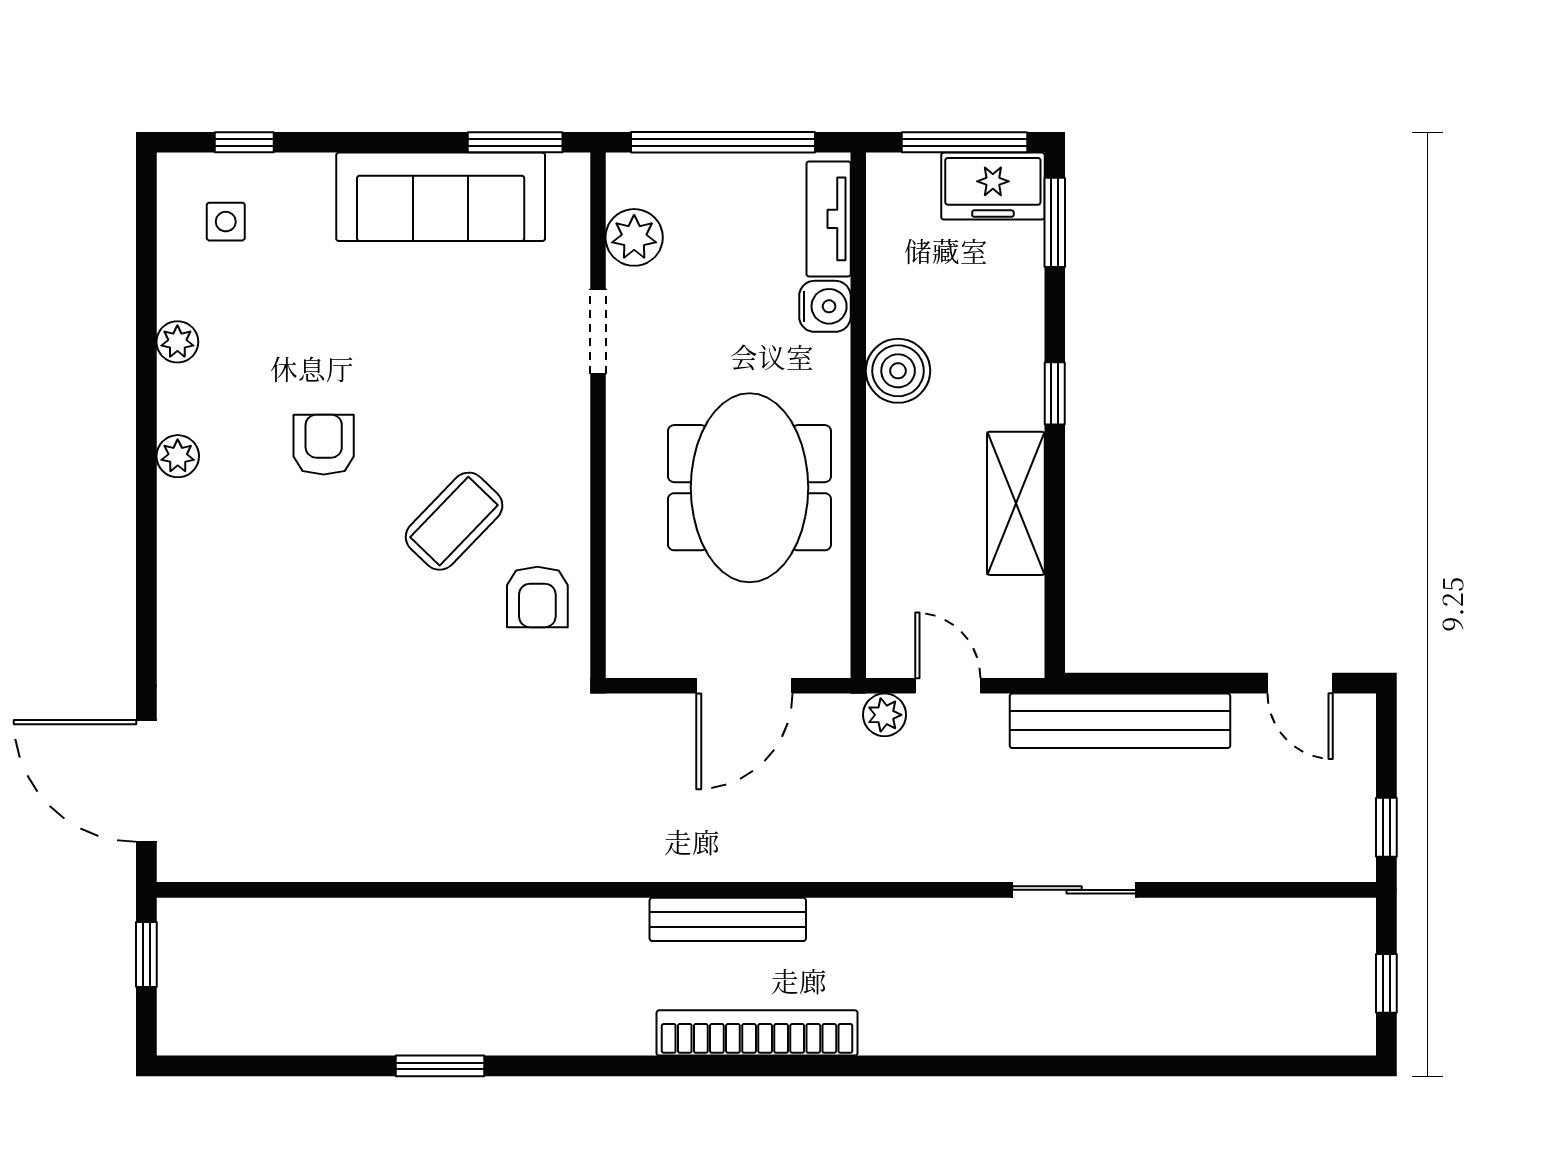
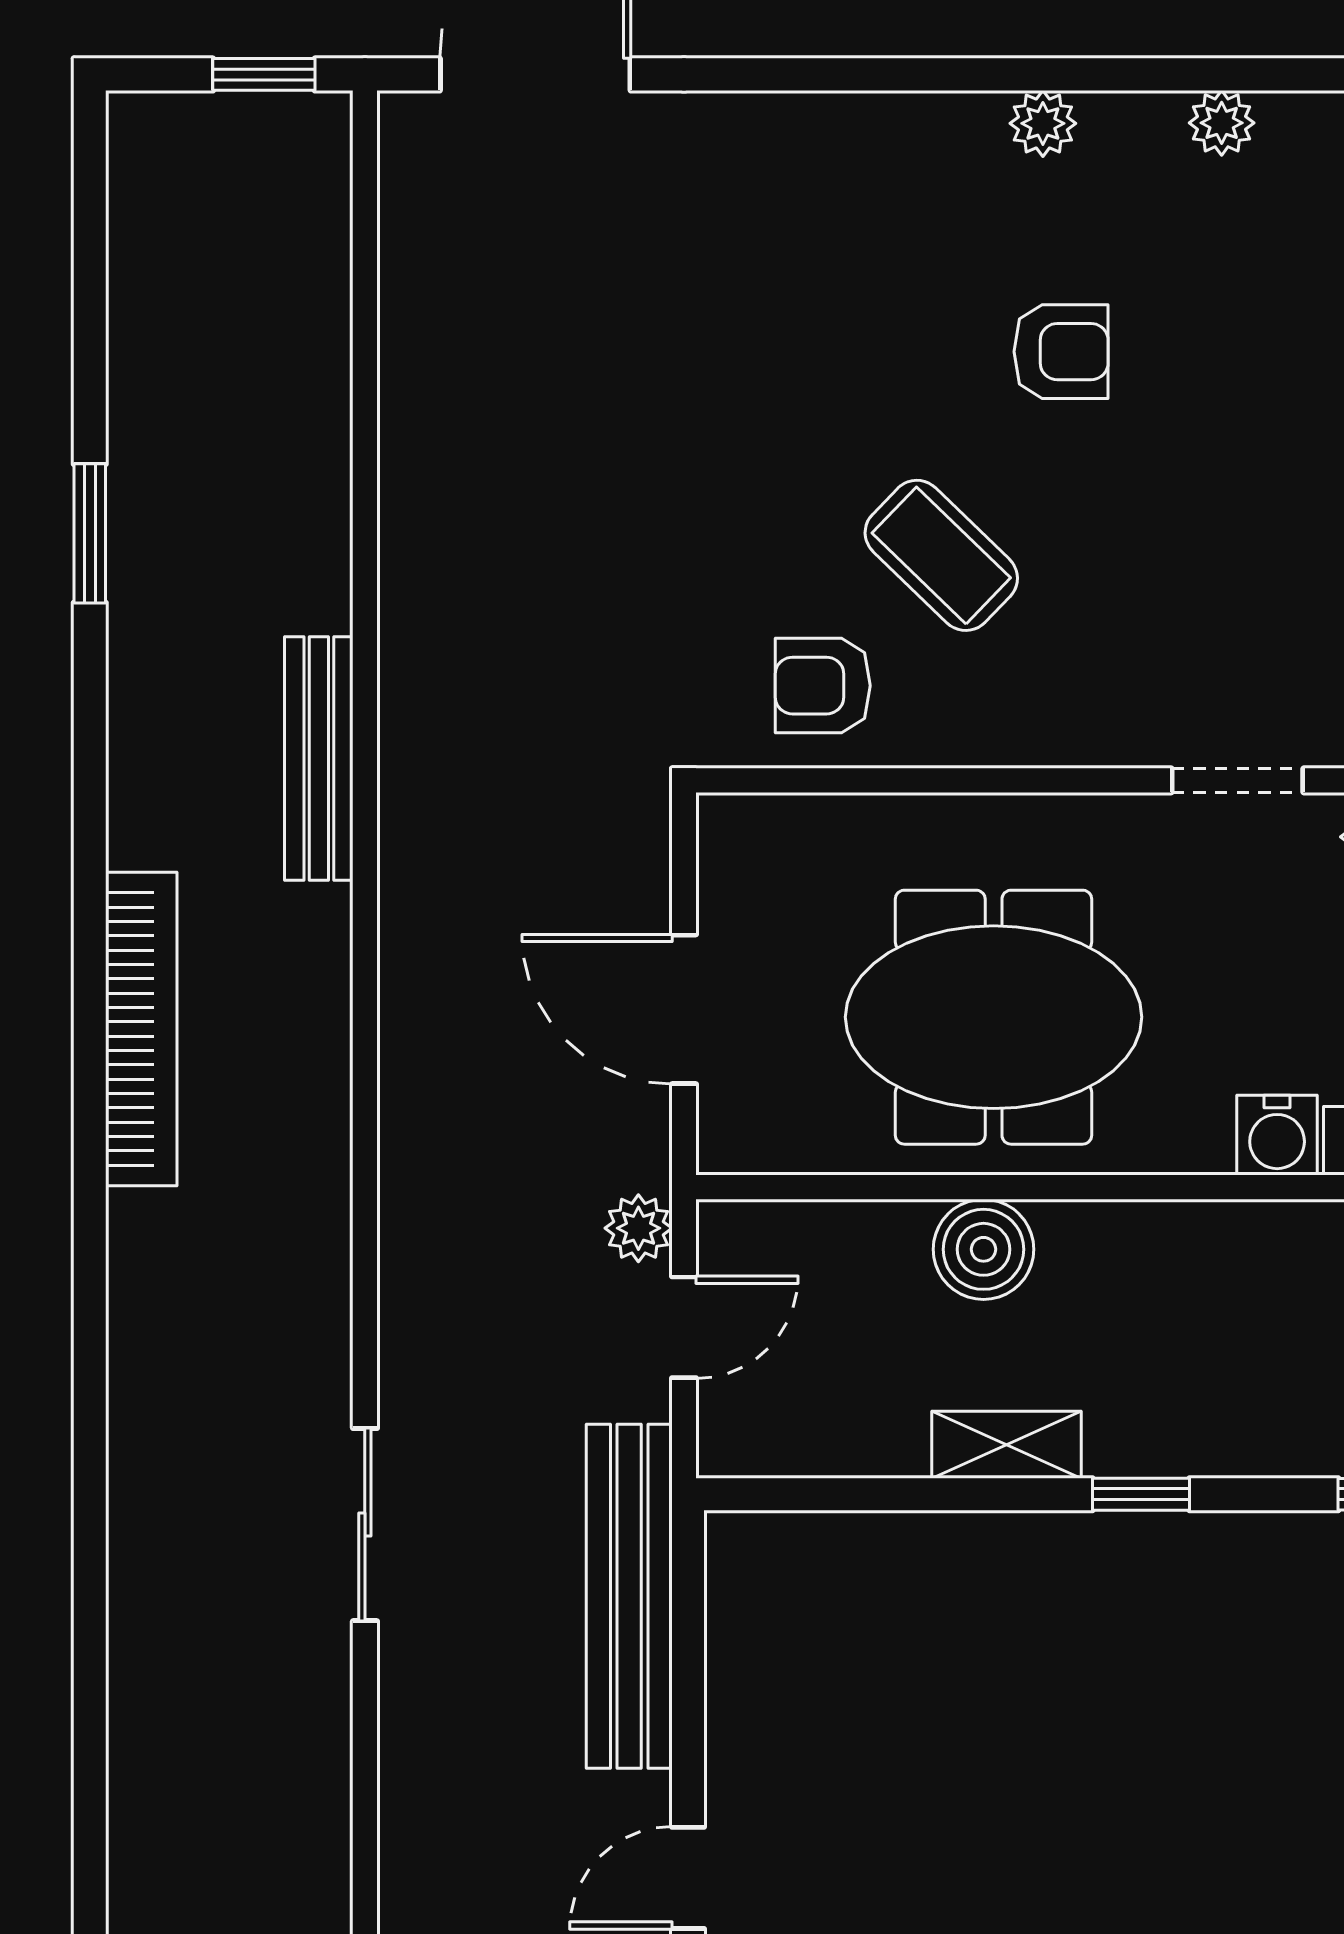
boiler: (898, 371) -> (983, 1249), moved
shelving: (1016, 503) -> (1006, 1445), width x0.67, depth x0.75
bench: (728, 919) -> (319, 759), moved

